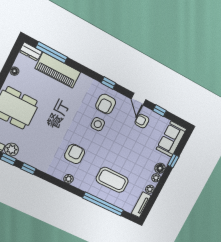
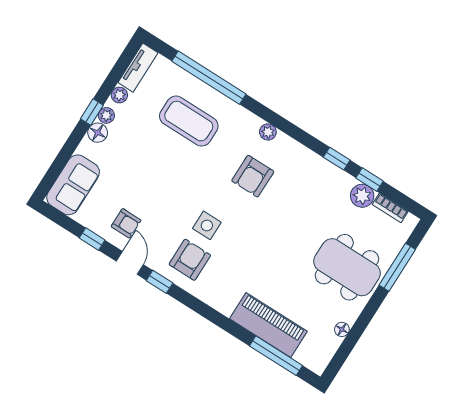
dresser: (31, 52) -> (311, 360), removed
window: (108, 83) -> (160, 282), moved
window: (173, 161) -> (92, 112), moved

